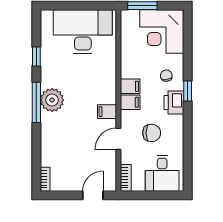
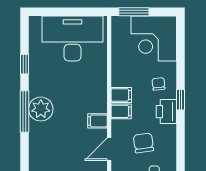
chair: (152, 133) -> (143, 143), turned -98

